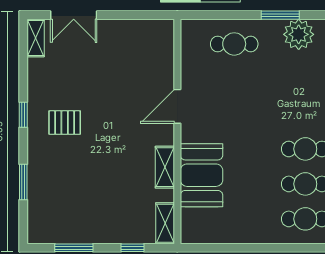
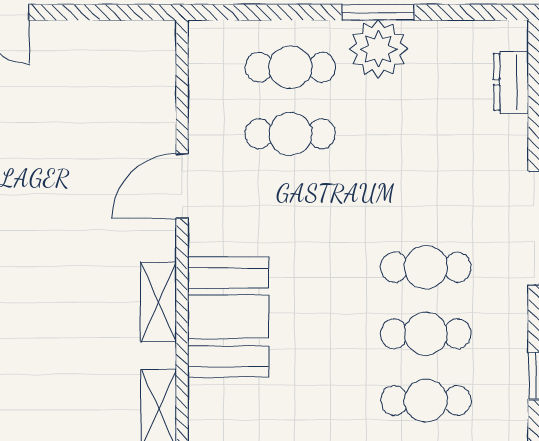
plant: (299, 34) -> (378, 49), moved
cafe table: (234, 79) -> (290, 134), added

